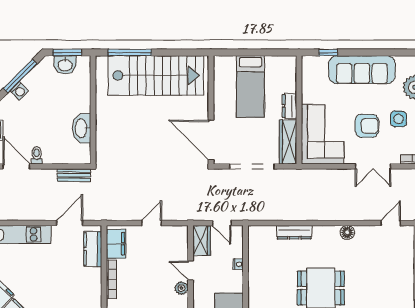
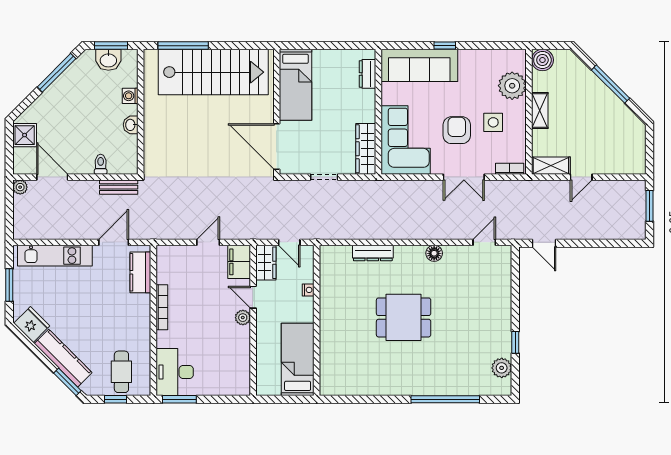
window: (328, 52) -> (445, 46), moved
sofa: (362, 70) -> (419, 65), moved
bed: (250, 86) -> (295, 85), moved
washing machine: (19, 91) -> (130, 96), moved, turned 135
dresser: (290, 106) -> (367, 74), moved
armchair: (367, 126) -> (457, 130), turned -90
washbasin: (82, 128) -> (131, 125), width x0.52, depth x0.69
toilet: (37, 155) -> (101, 164), moved
doorway: (252, 166) -> (324, 177), width x0.53
filing cabinet: (116, 244) -> (239, 262), moved, turned 180

